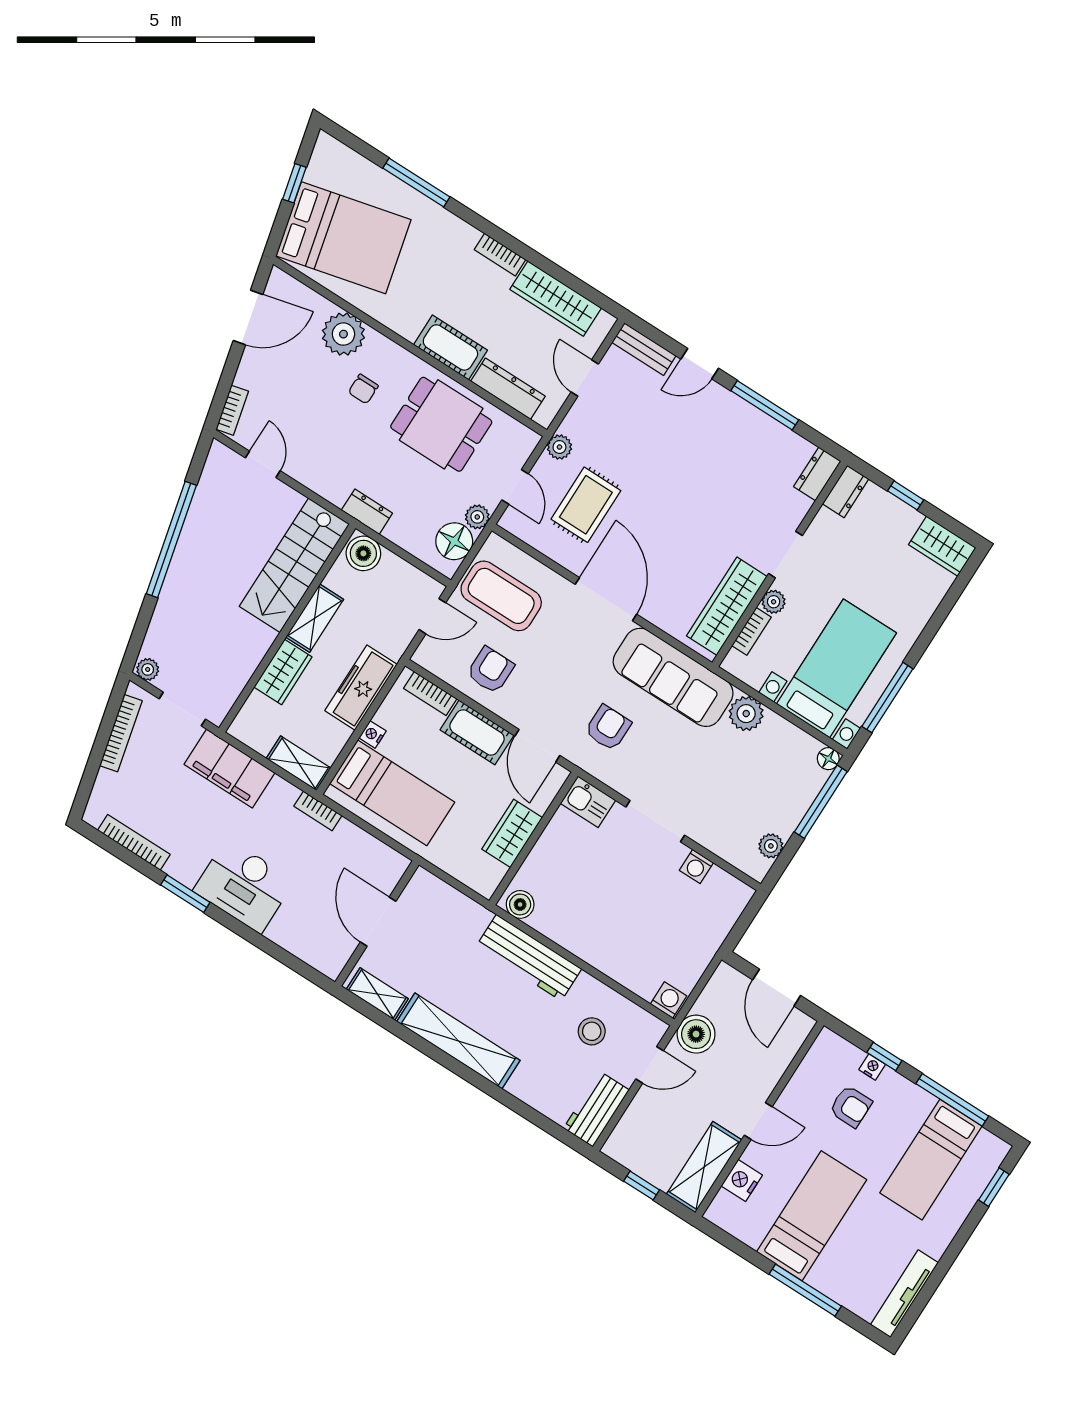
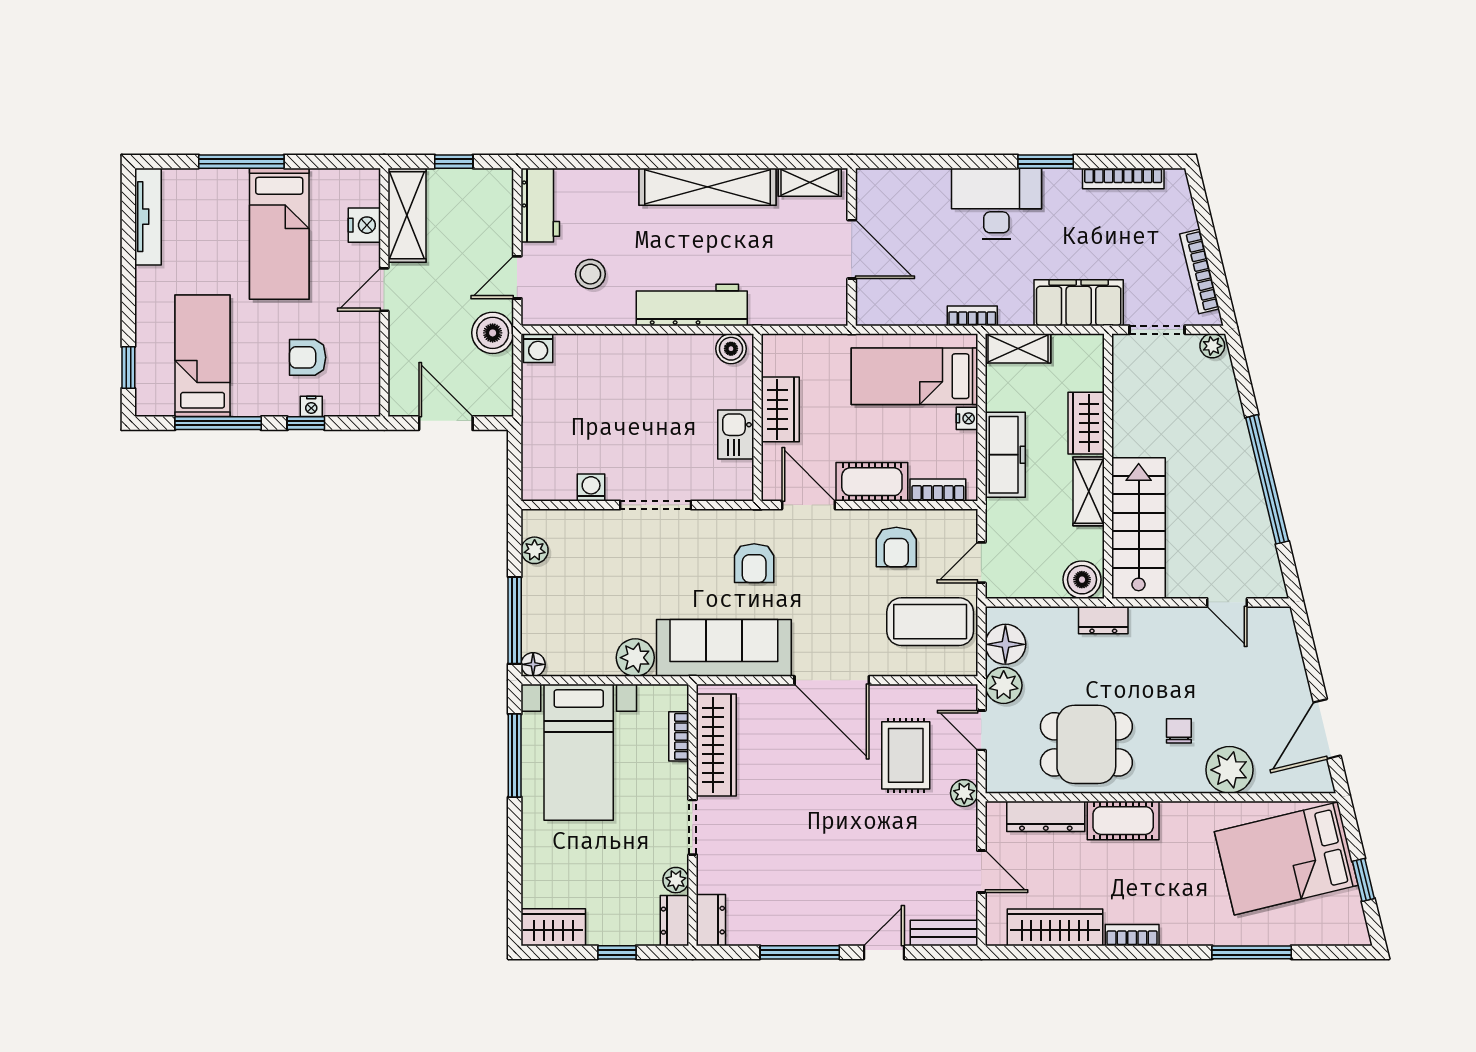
bookcase: (232, 410) -> (1287, 634), removed
plant: (477, 517) -> (1004, 685), width x1.38, depth x1.38
plant: (774, 602) -> (676, 880), moved
kitchen sink: (588, 802) -> (736, 435), moved, turned -90

